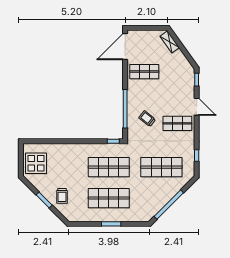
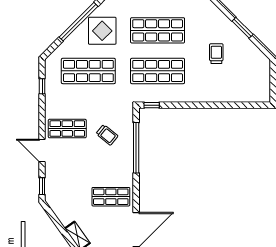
display table: (36, 163) -> (102, 31), moved
trolley: (62, 196) -> (216, 54), moved

